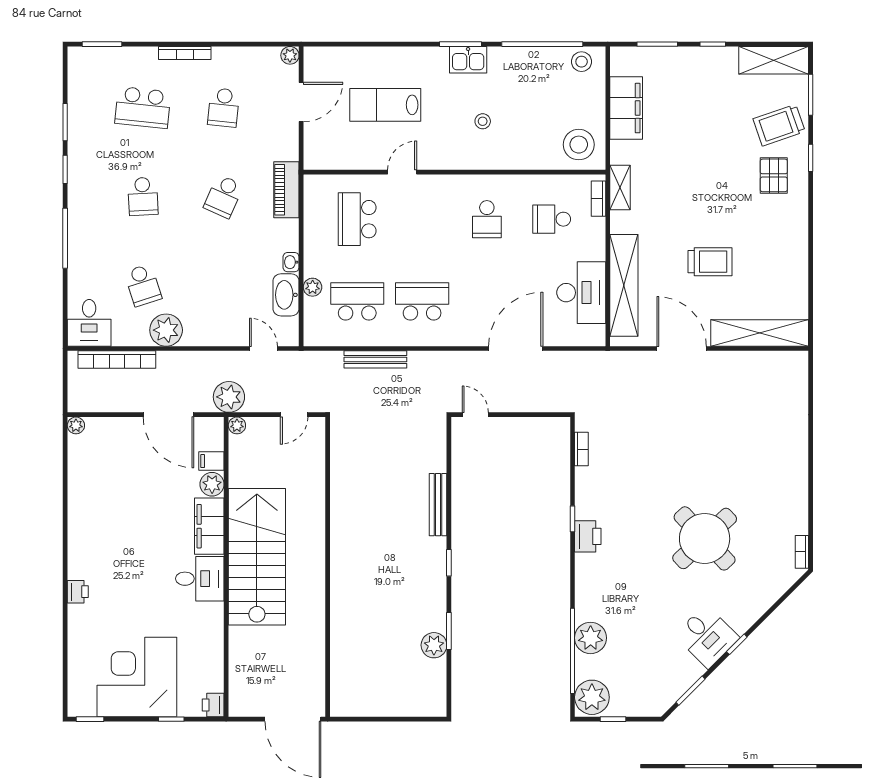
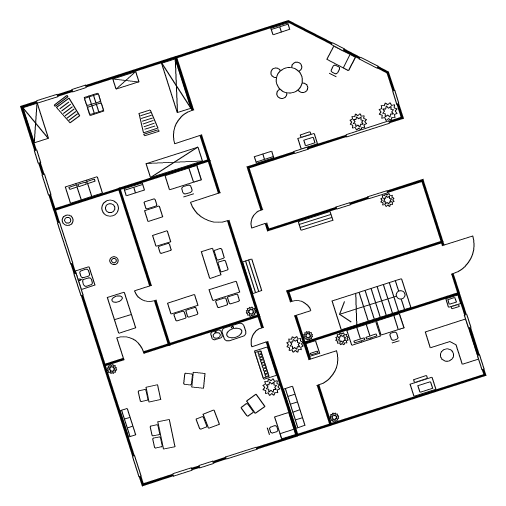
pallet: (774, 175) -> (94, 104), turned 90
shelving: (620, 188) -> (126, 80), moved
piano: (286, 190) -> (266, 363), moved, turned 90
school desk: (357, 219) -> (184, 308), turned 180
school desk: (487, 219) -> (163, 243), turned -90
plant: (313, 287) -> (251, 312), moved
school desk: (357, 301) -> (226, 295), turned 90
filing cabinet: (211, 461) -> (313, 348), moved
printer: (78, 592) -> (423, 385), width x1.87, depth x1.48

